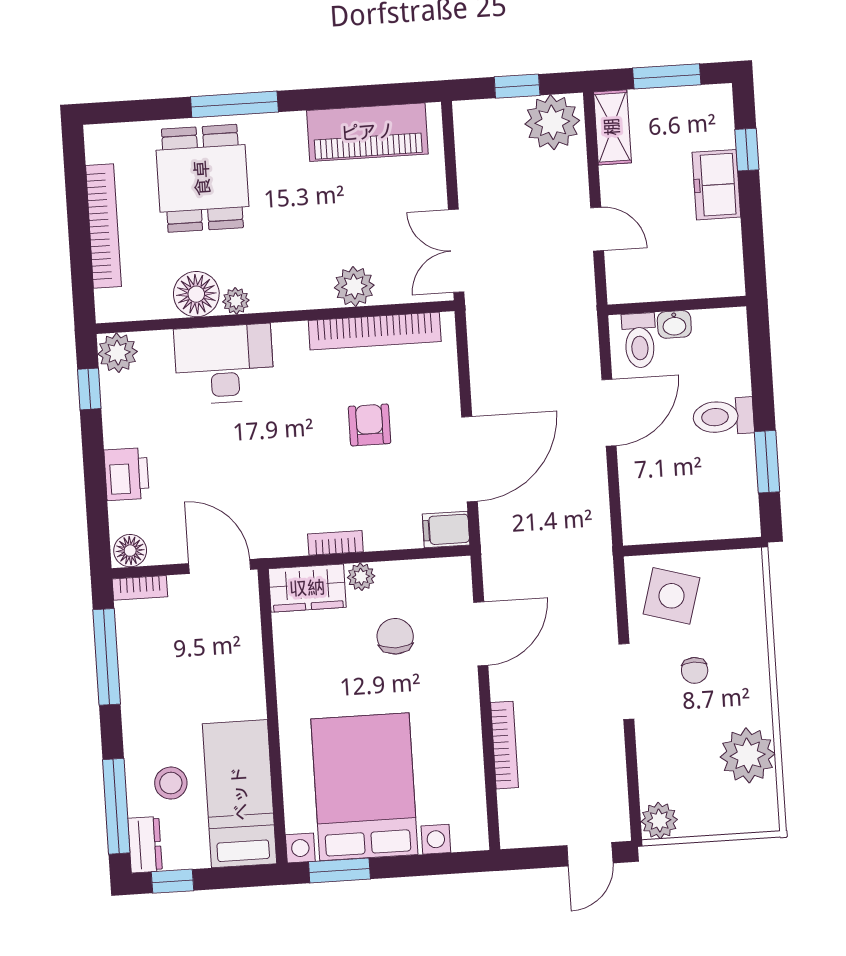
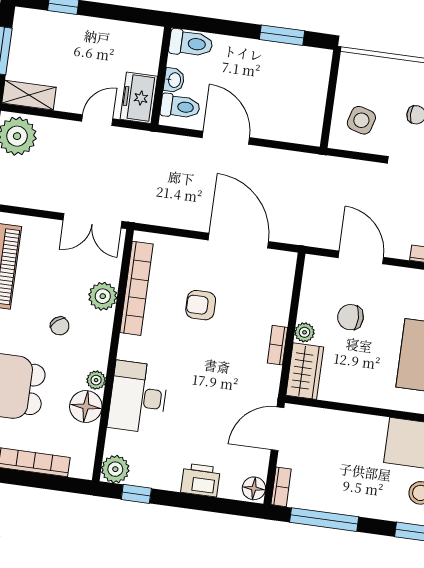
freezer: (716, 185) -> (139, 98), moved, turned 90
chair: (301, 235) -> (60, 326), added
toilet: (723, 417) -> (191, 43), moved, turned -90
filing cabinet: (446, 530) -> (284, 267), removed
side table: (671, 596) -> (361, 120), width x0.73, depth x0.73

